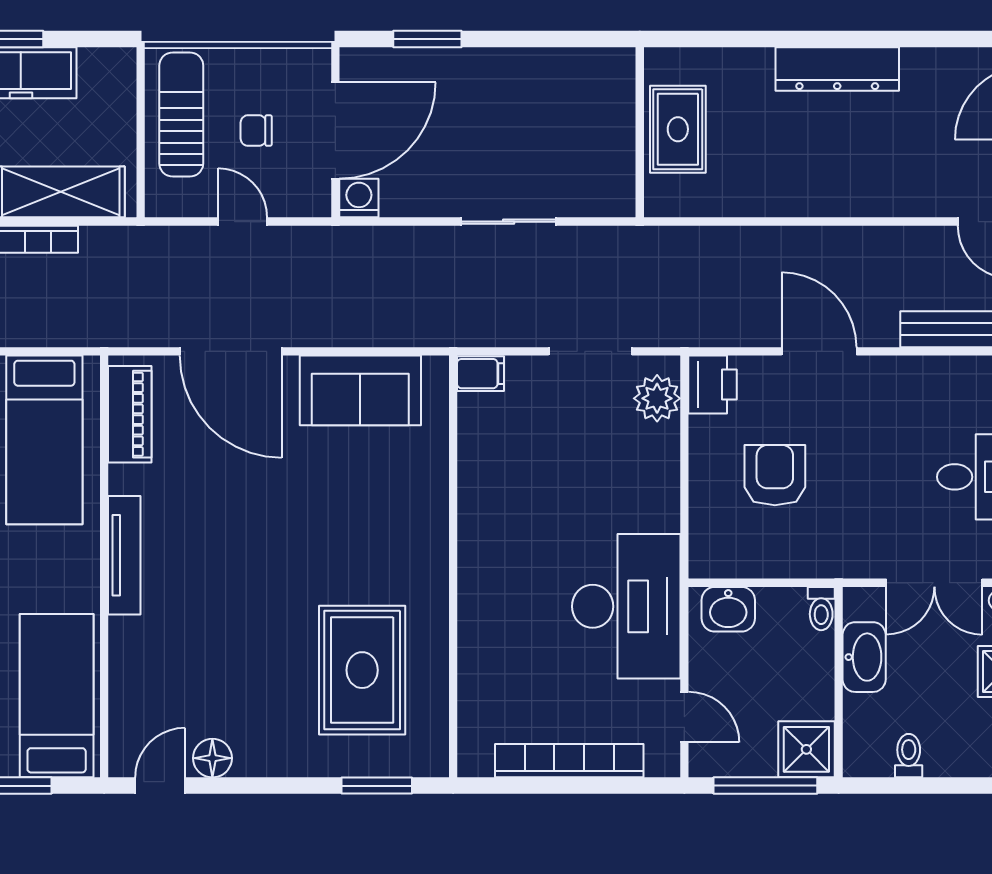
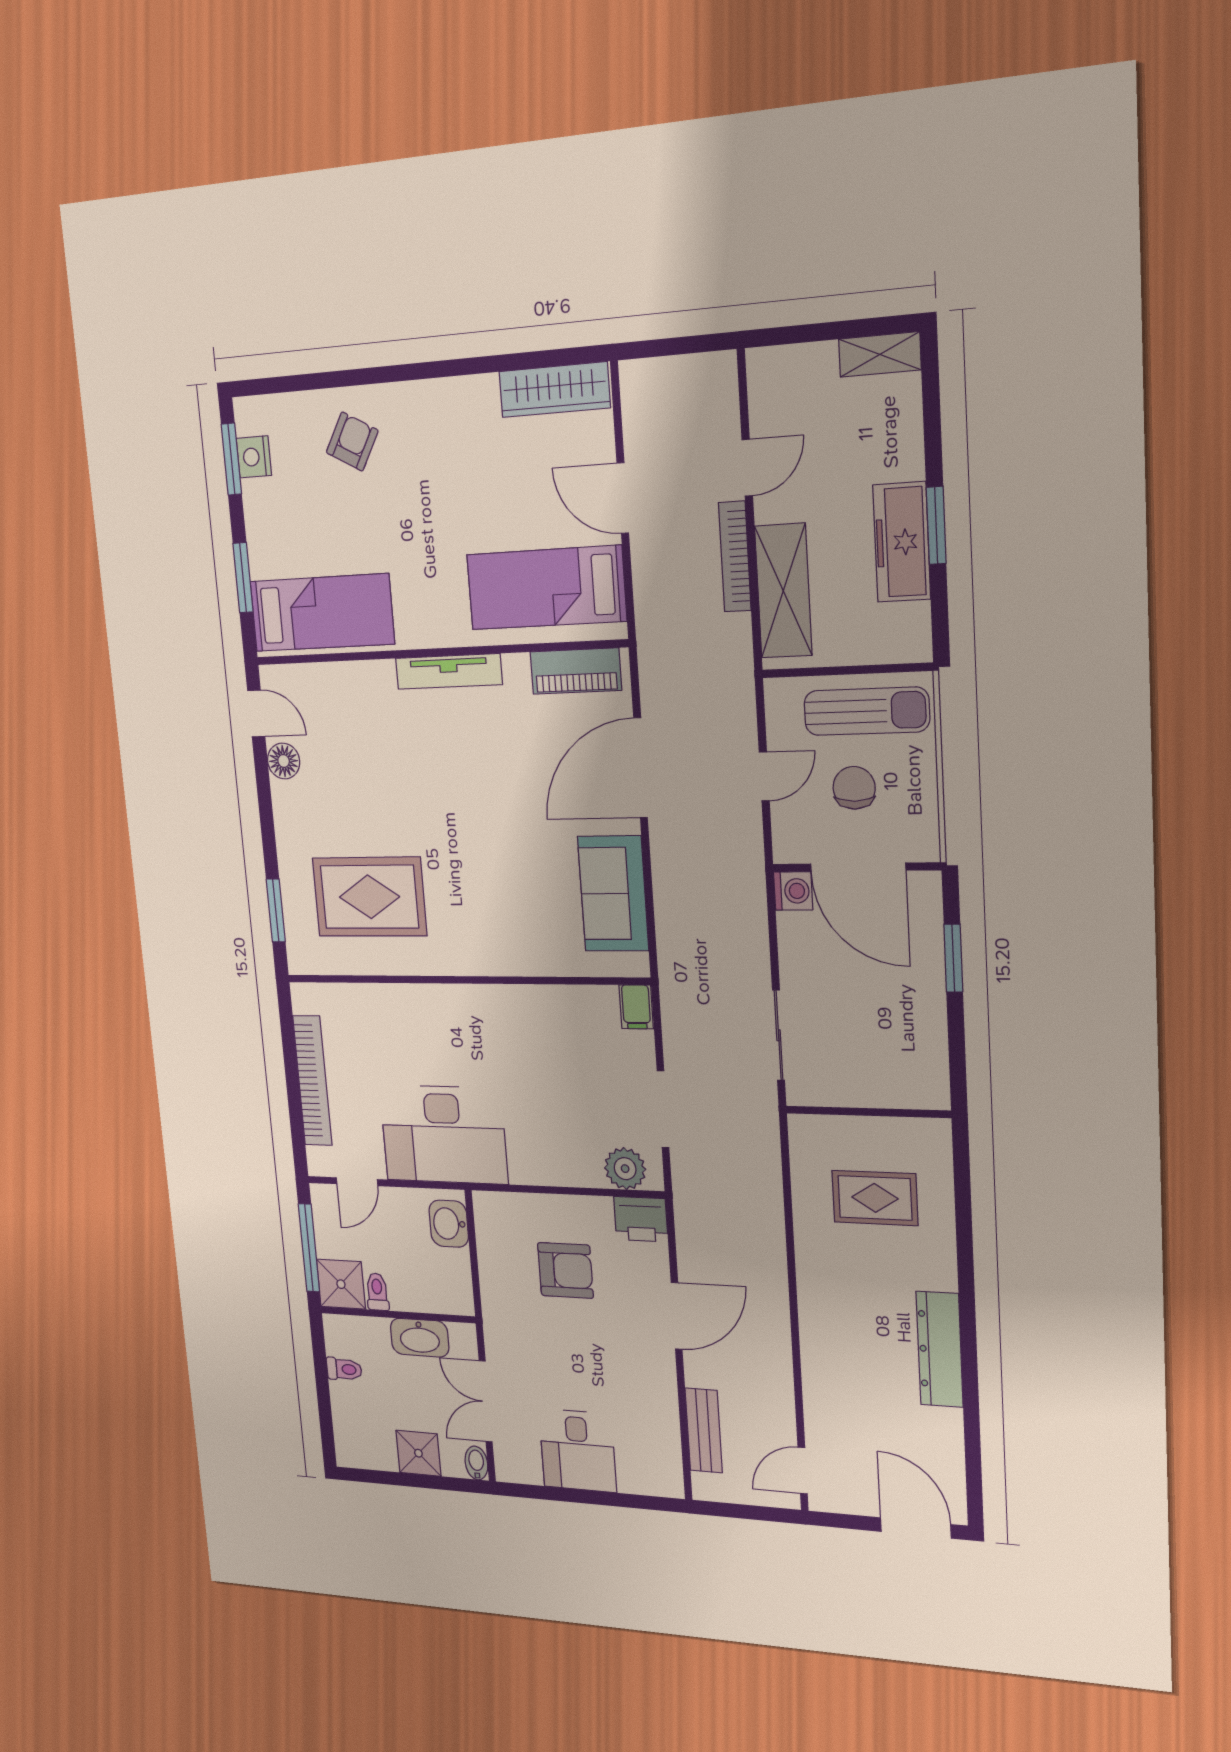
chair: (256, 131) -> (854, 788), width x1.37, depth x1.37
wall: (640, 132) -> (868, 1112), moved
toilet: (821, 609) -> (377, 1292), moved, turned 90

